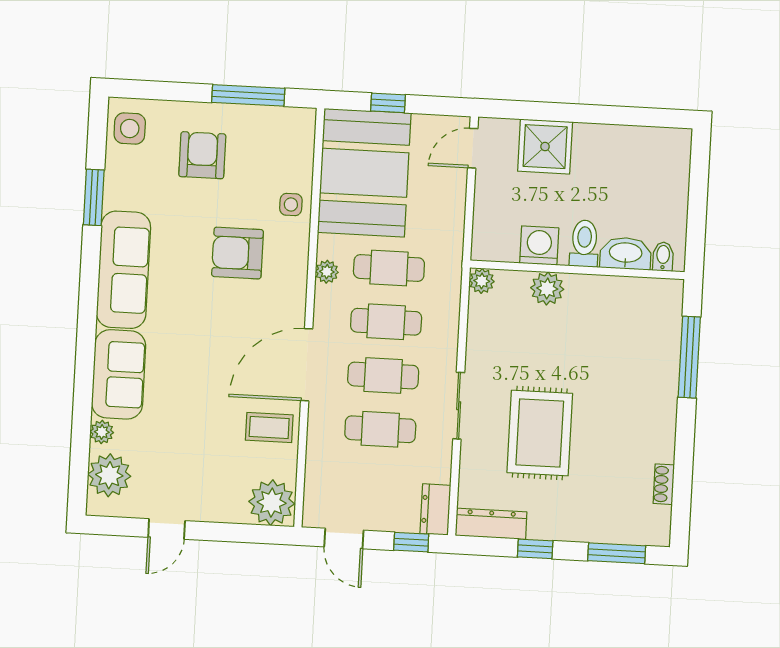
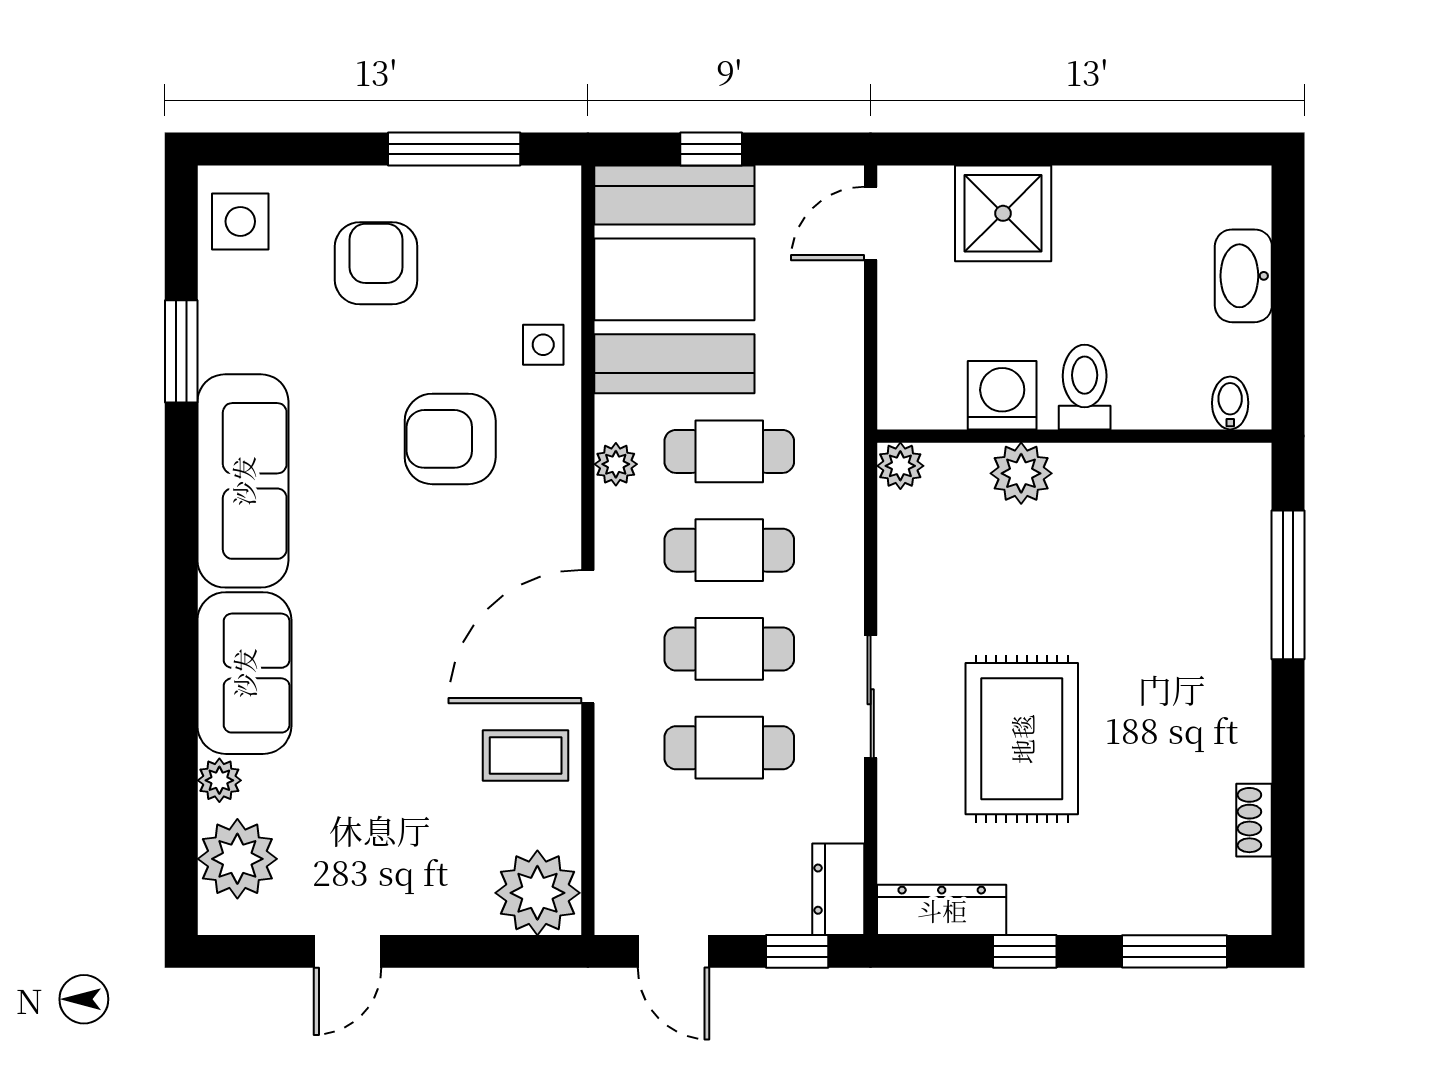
washbasin: (626, 253) -> (1243, 276), moved, turned -90

